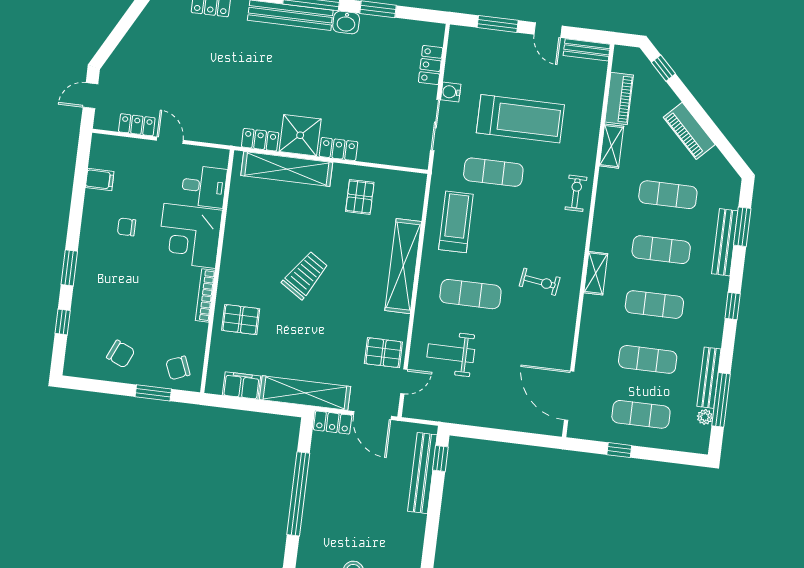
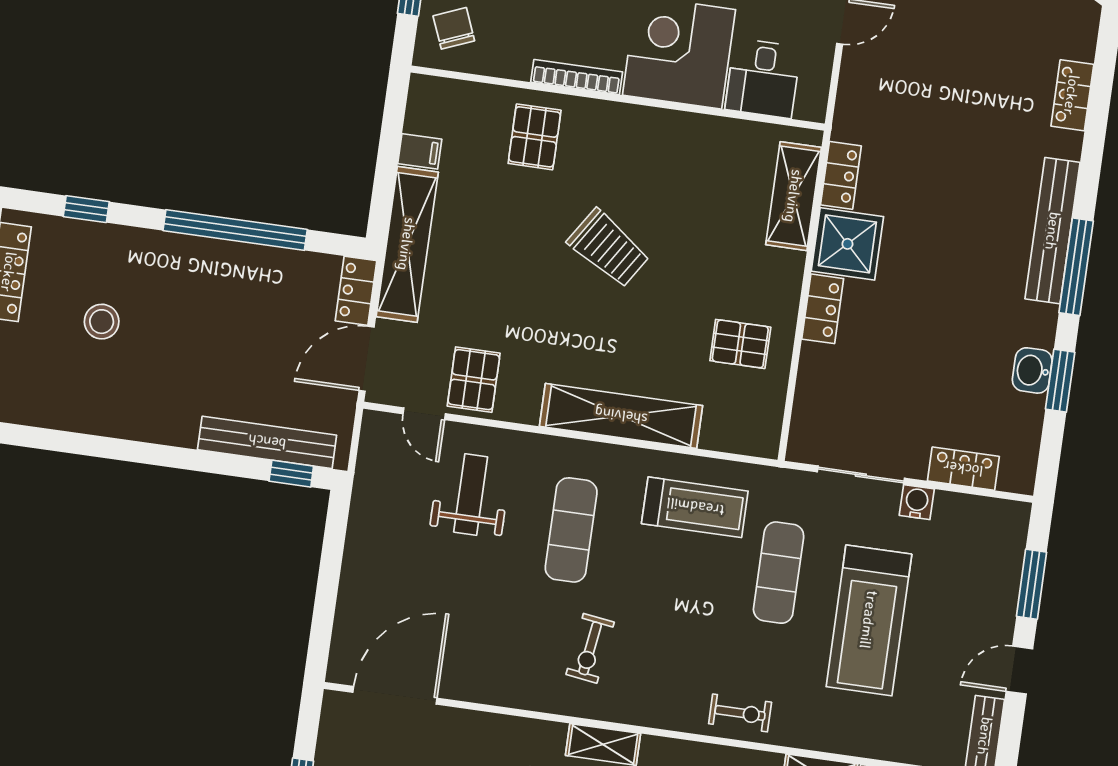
washbasin: (346, 22) -> (1032, 370), moved
shelving: (287, 169) -> (794, 196), width x0.68
filing cabinet: (242, 385) -> (420, 151), width x0.50

